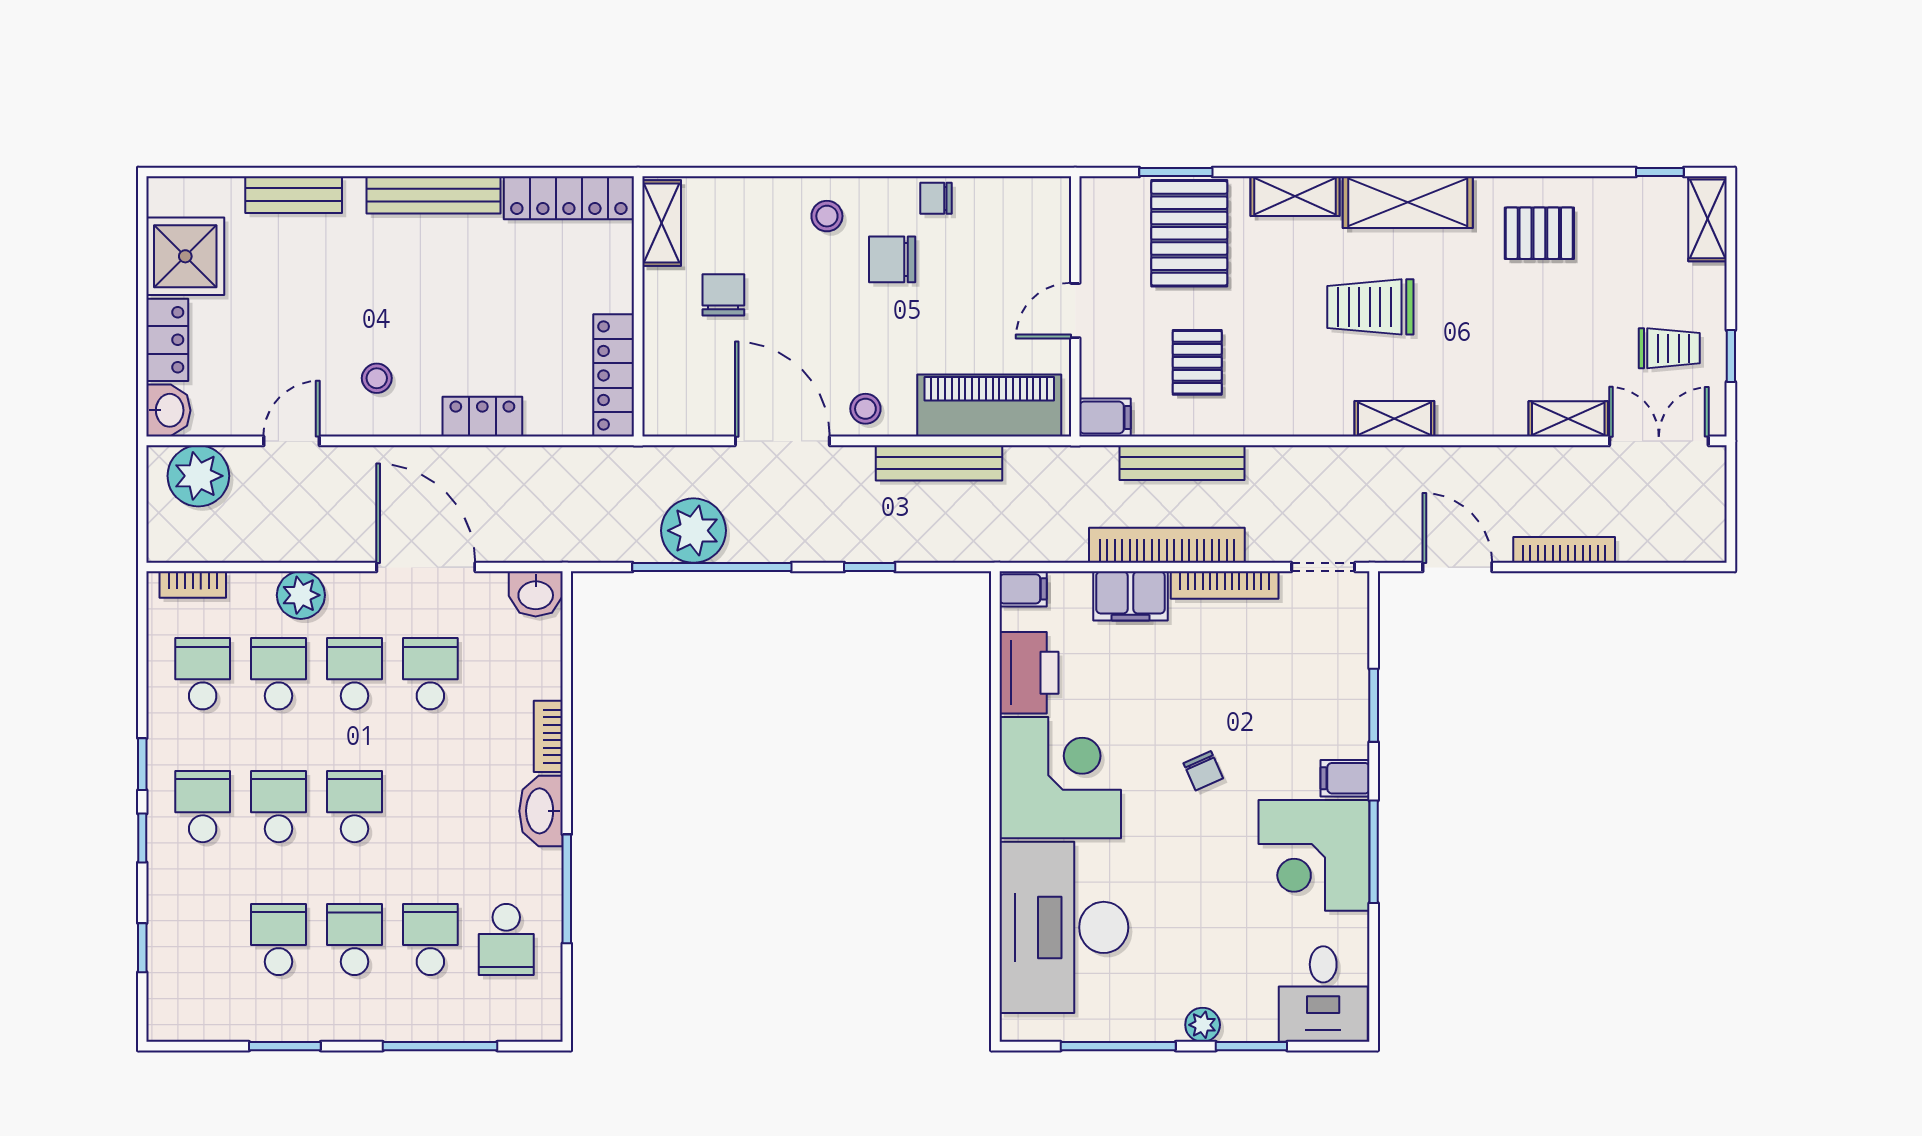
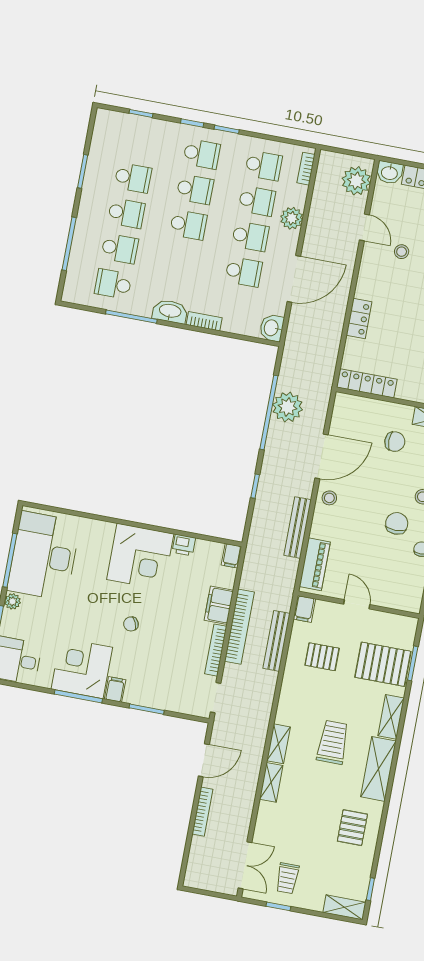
stool: (377, 378) -> (402, 252), moved
piano: (989, 406) -> (315, 564), width x0.73, depth x0.75
shelving: (1568, 419) -> (271, 782), moved
printer: (1029, 673) -> (184, 545), width x0.53, depth x0.68
desk: (1064, 927) -> (44, 556), moved, turned -90

